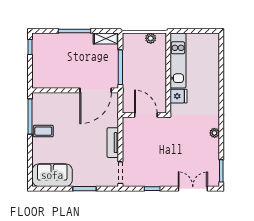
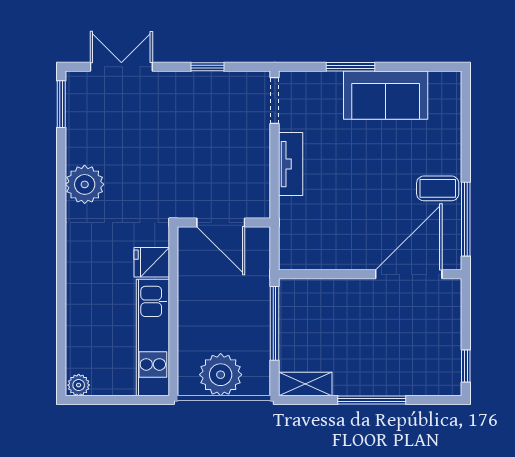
plant: (151, 38) -> (221, 375), width x1.88, depth x1.88
plant: (213, 38) -> (79, 385), added
door: (96, 90) -> (409, 274), moved
plant: (214, 133) -> (85, 184), width x1.88, depth x1.88
sofa: (52, 175) -> (386, 95), moved
double door: (193, 189) -> (121, 67), swing flipped

